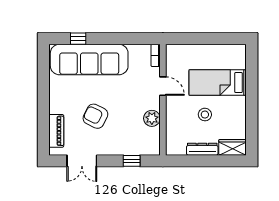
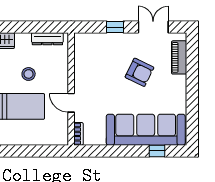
plant: (152, 118) -> (82, 70), removed
dresser: (202, 149) -> (47, 39), moved
window: (132, 161) -> (115, 27), moved

